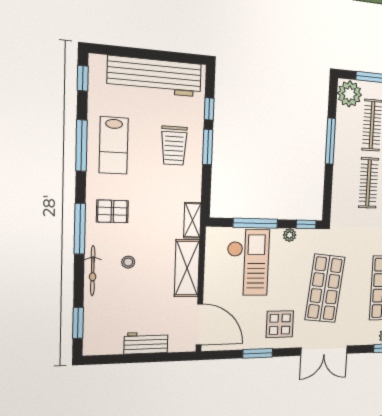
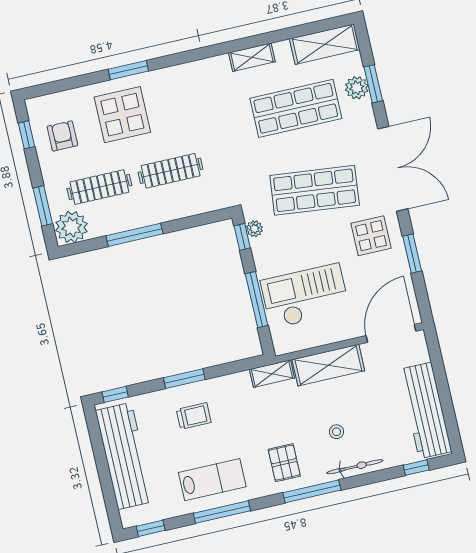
window: (209, 109) -> (115, 394), moved
trolley: (174, 146) -> (194, 416), width x0.73, depth x0.72
plant: (290, 235) -> (254, 229), moved
window: (78, 323) -> (416, 468), width x0.67
workbench: (146, 343) -> (425, 410), width x1.88, depth x1.32
double door: (324, 351) -> (393, 169), width x1.36

